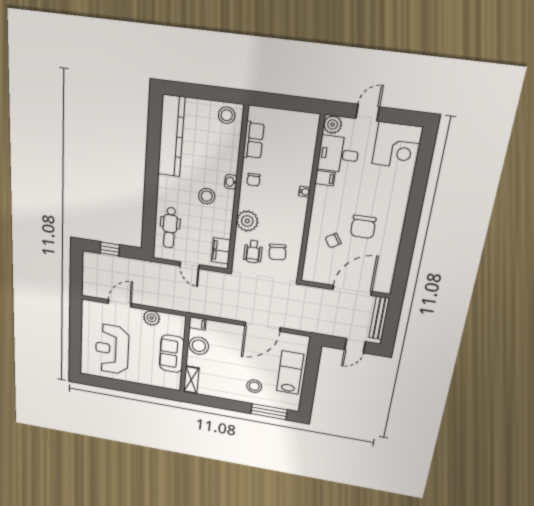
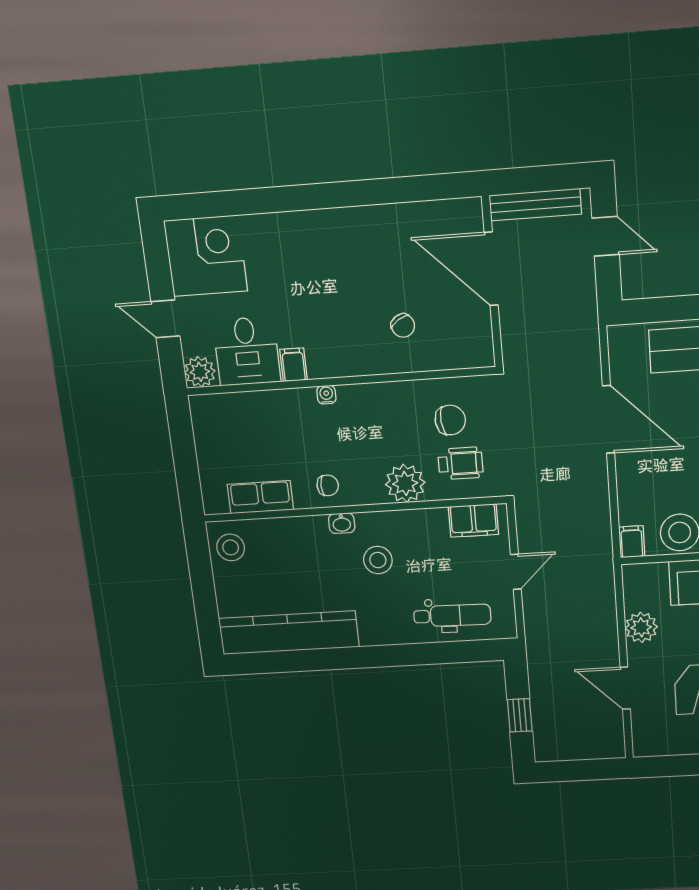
chair: (363, 227) -> (363, 278), removed

